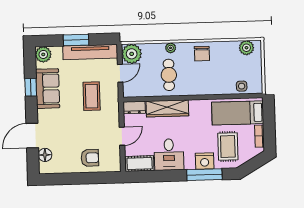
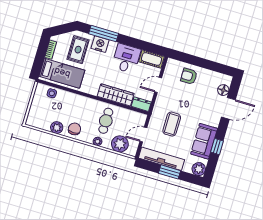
plant: (246, 48) -> (57, 128), moved
plant: (132, 54) -> (120, 144), moved

